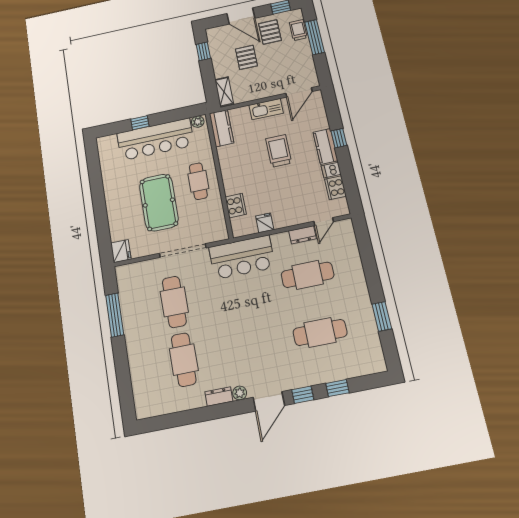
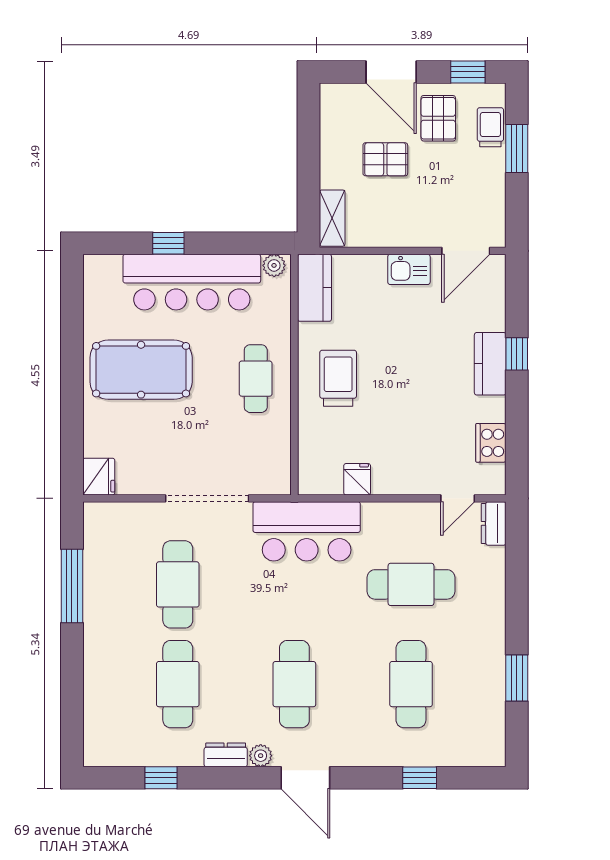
window: (315, 37) -> (517, 149), width x0.69
window: (203, 51) -> (309, 128), removed
pallet: (246, 57) -> (385, 159), turned 90
kitchen sink: (266, 109) -> (409, 269), width x0.73
trolley: (279, 151) -> (338, 378), moved
dishwasher: (331, 170) -> (491, 409), removed
pool table: (159, 203) -> (141, 370), moved, turned 90
cooker: (236, 206) -> (313, 438), removed
dresser: (302, 235) -> (494, 523), moved, turned 90
cafe table: (320, 332) -> (411, 684), turned 90
cafe table: (252, 346) -> (294, 684), added
window: (303, 395) -> (161, 778), moved
door: (269, 401) -> (305, 778), hinge flipped

